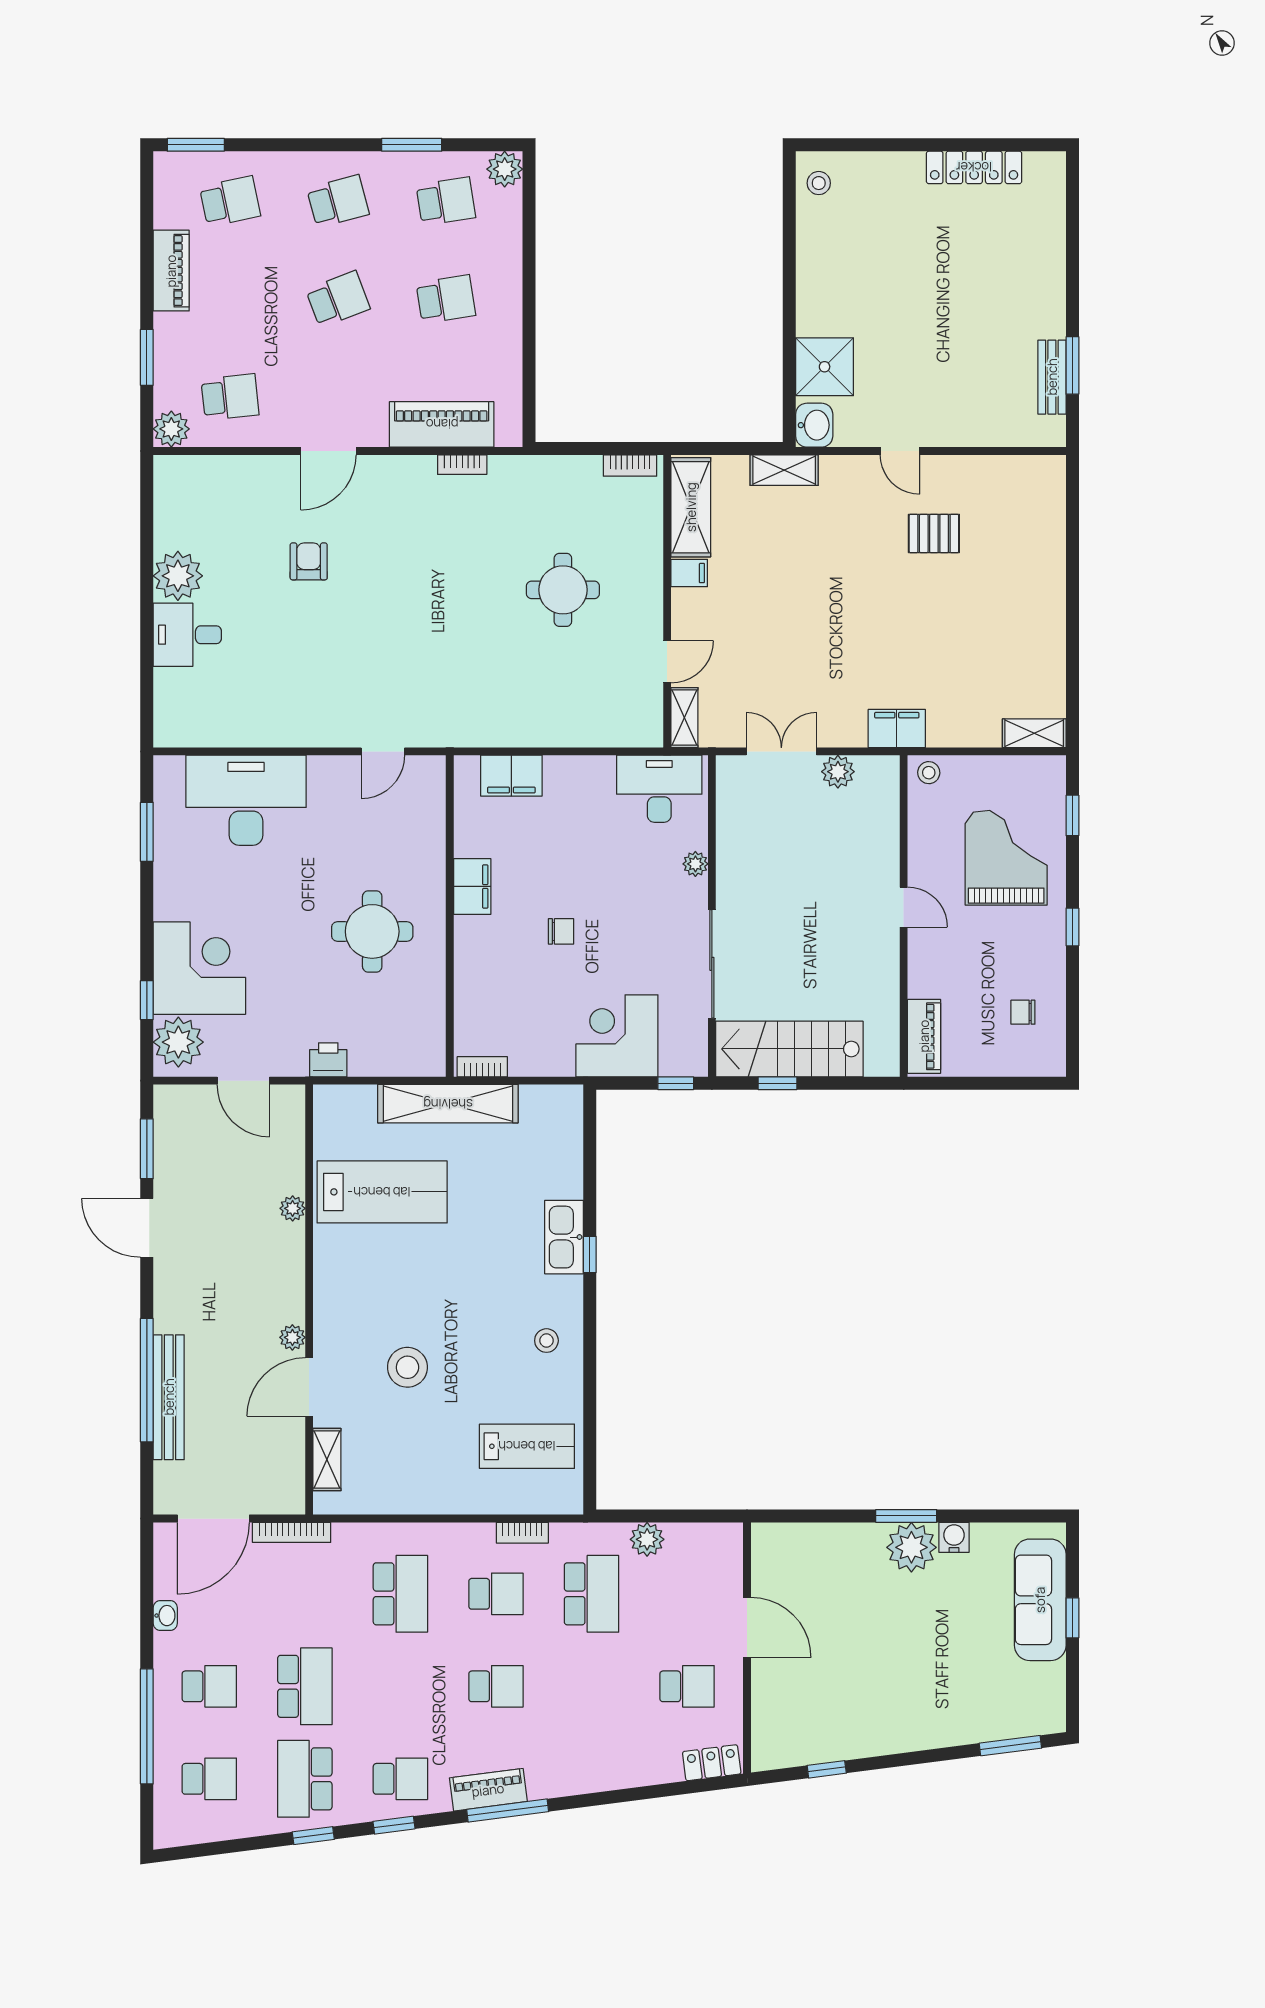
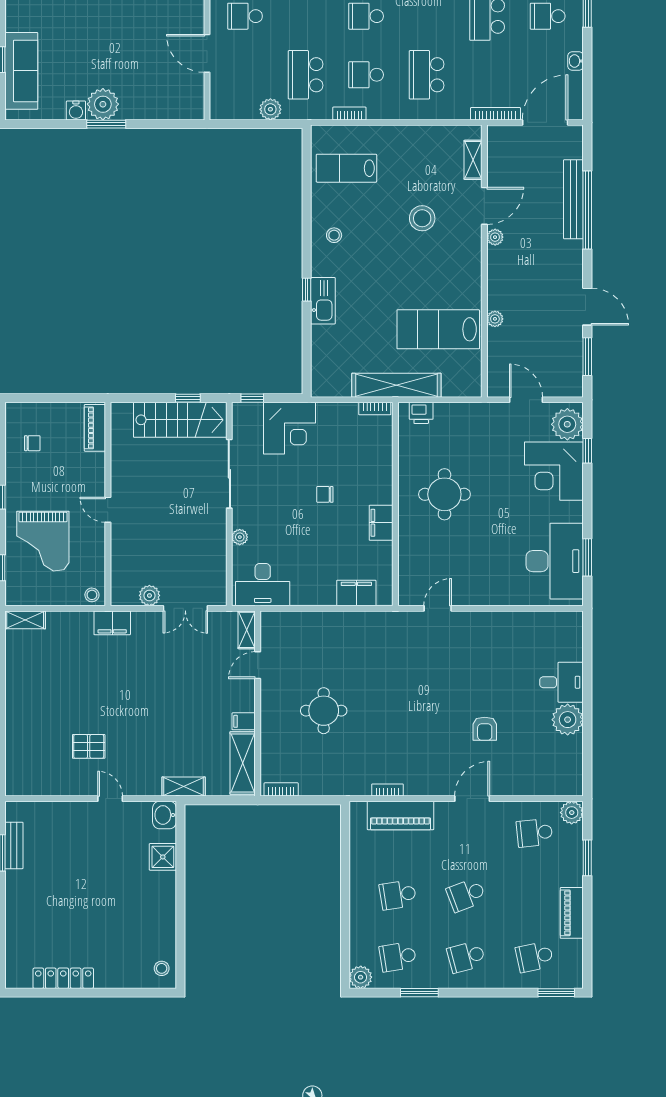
shower: (825, 367) -> (163, 857), width x0.73, depth x0.73
desk: (246, 800) -> (555, 561), moved, turned -90
printer: (328, 1060) -> (421, 413), moved

